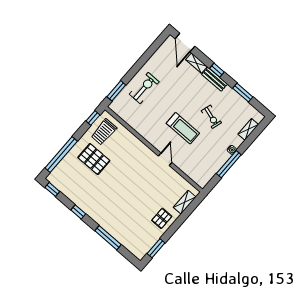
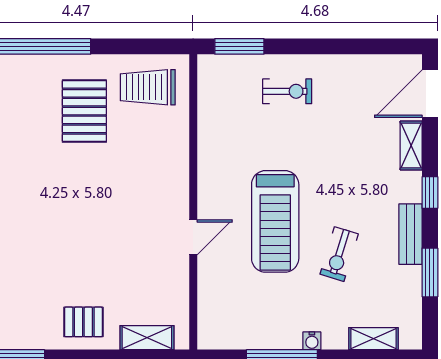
bench: (215, 79) -> (410, 234), moved
exercise bike: (144, 88) -> (287, 91), width x0.73, depth x0.72
window: (93, 118) -> (156, 46), removed
treadmill: (183, 128) -> (275, 221), width x1.37, depth x1.38

